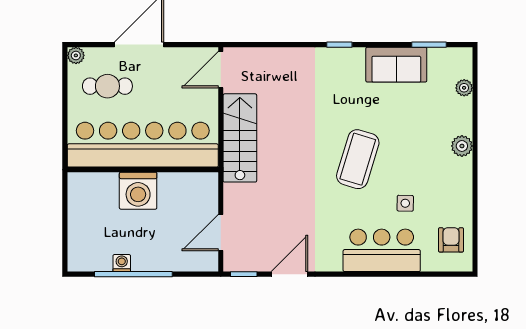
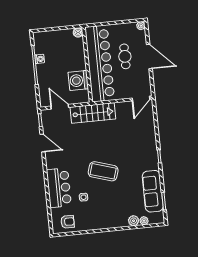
sofa: (396, 65) -> (153, 191), width x1.36
door: (221, 70) -> (141, 99), swing flipped
cafe table: (107, 86) -> (125, 56), moved
stairs: (240, 138) -> (93, 113), moved
plant: (462, 146) -> (134, 221), moved
boiler: (77, 182) -> (78, 32), added
washing machine: (138, 191) -> (78, 80), moved

